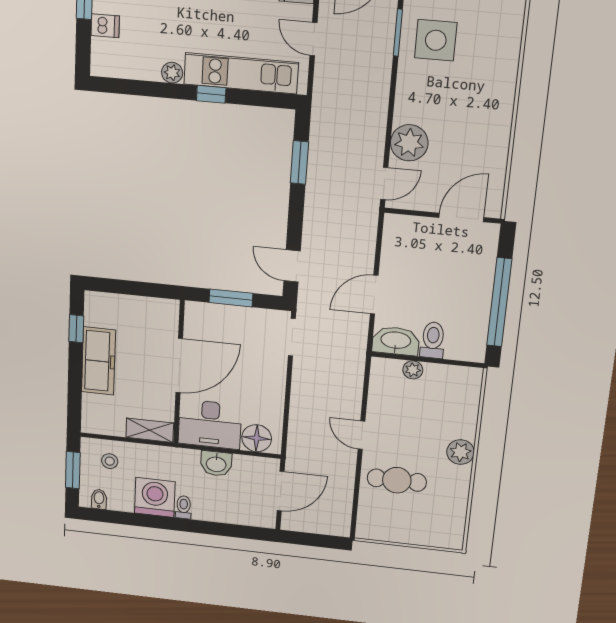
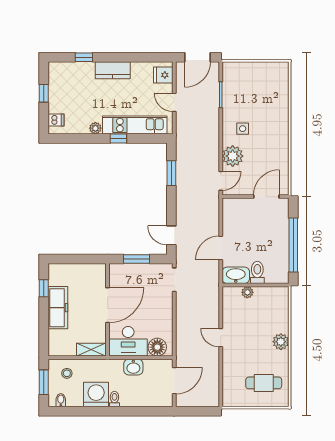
dishwasher: (105, 26) -> (56, 120), moved
side table: (436, 40) -> (243, 129), moved, width x0.54, depth x0.54
cafe table: (397, 480) -> (264, 383), moved

